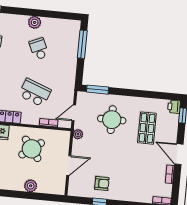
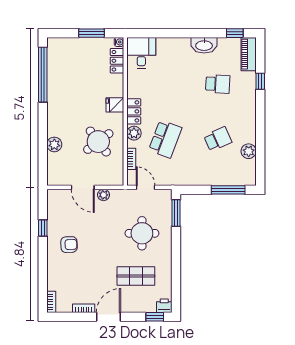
plant: (35, 22) -> (249, 151), moved
plant: (27, 118) -> (134, 133), added
plant: (78, 134) -> (104, 195), moved
armchair: (102, 184) -> (69, 245), moved, turned -92

